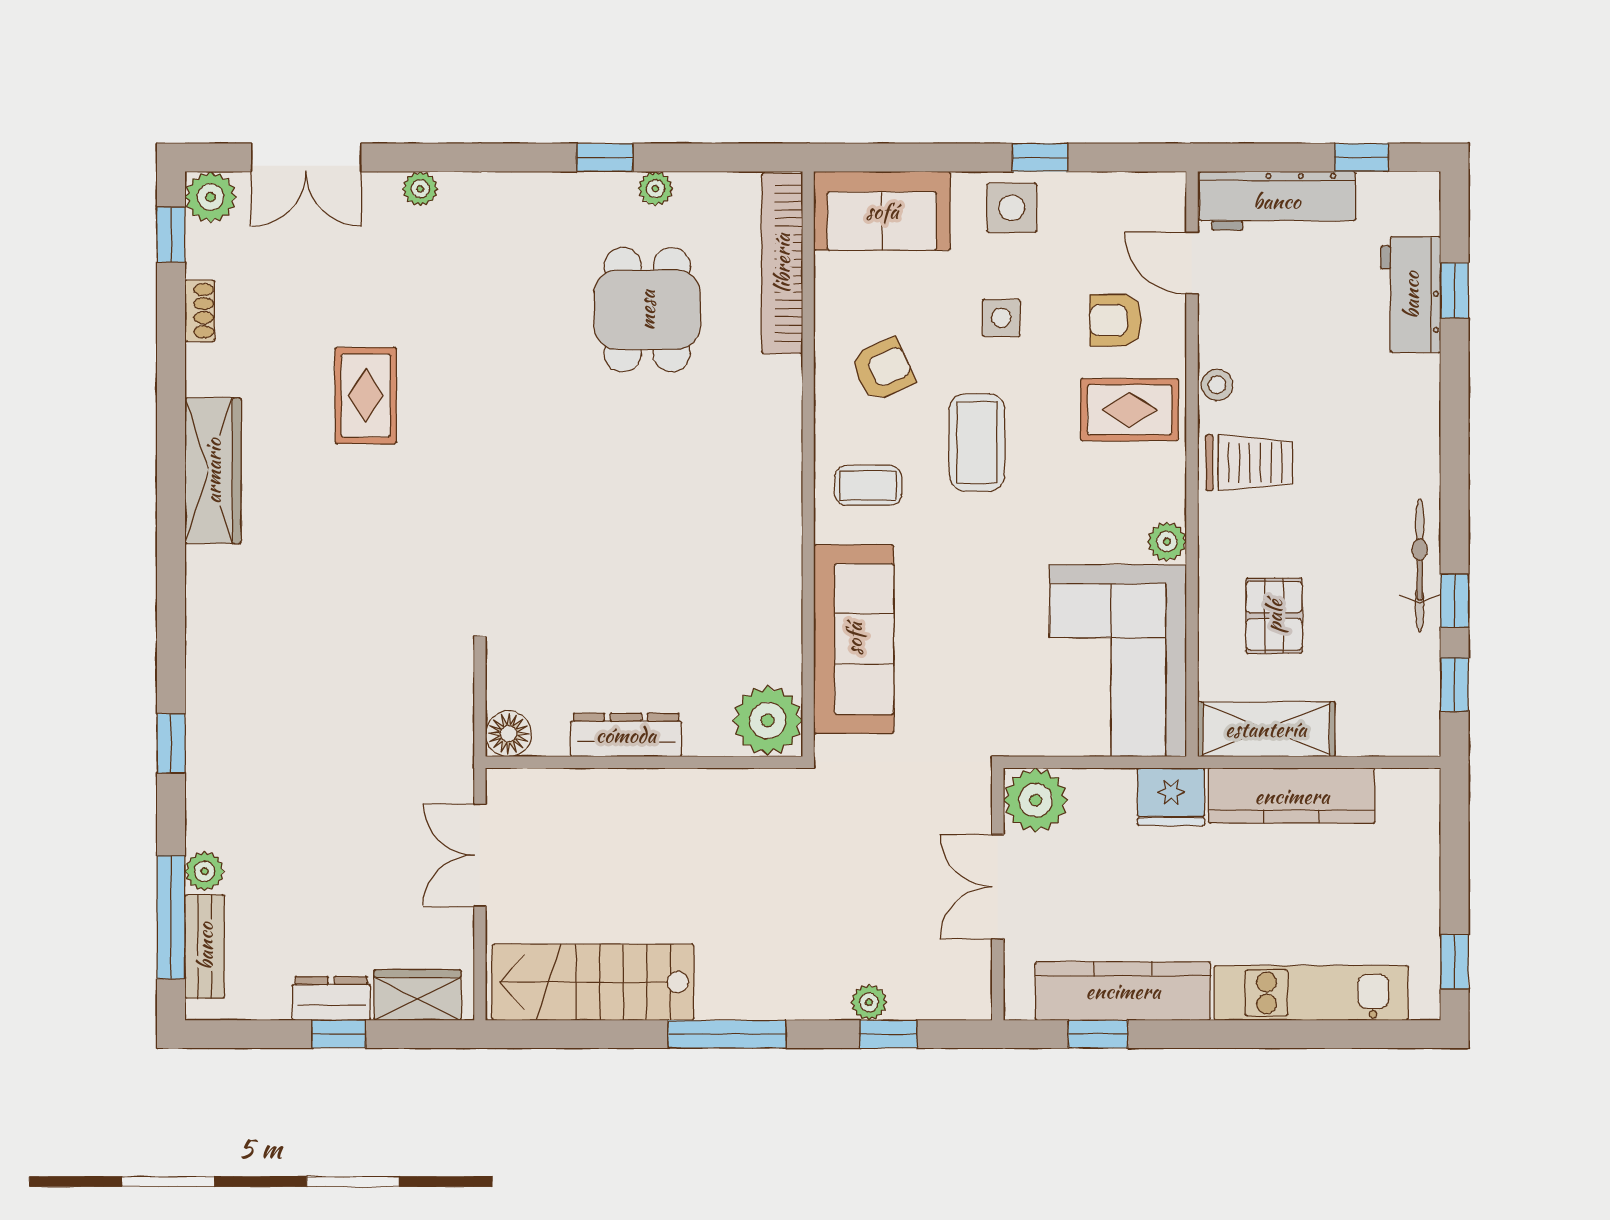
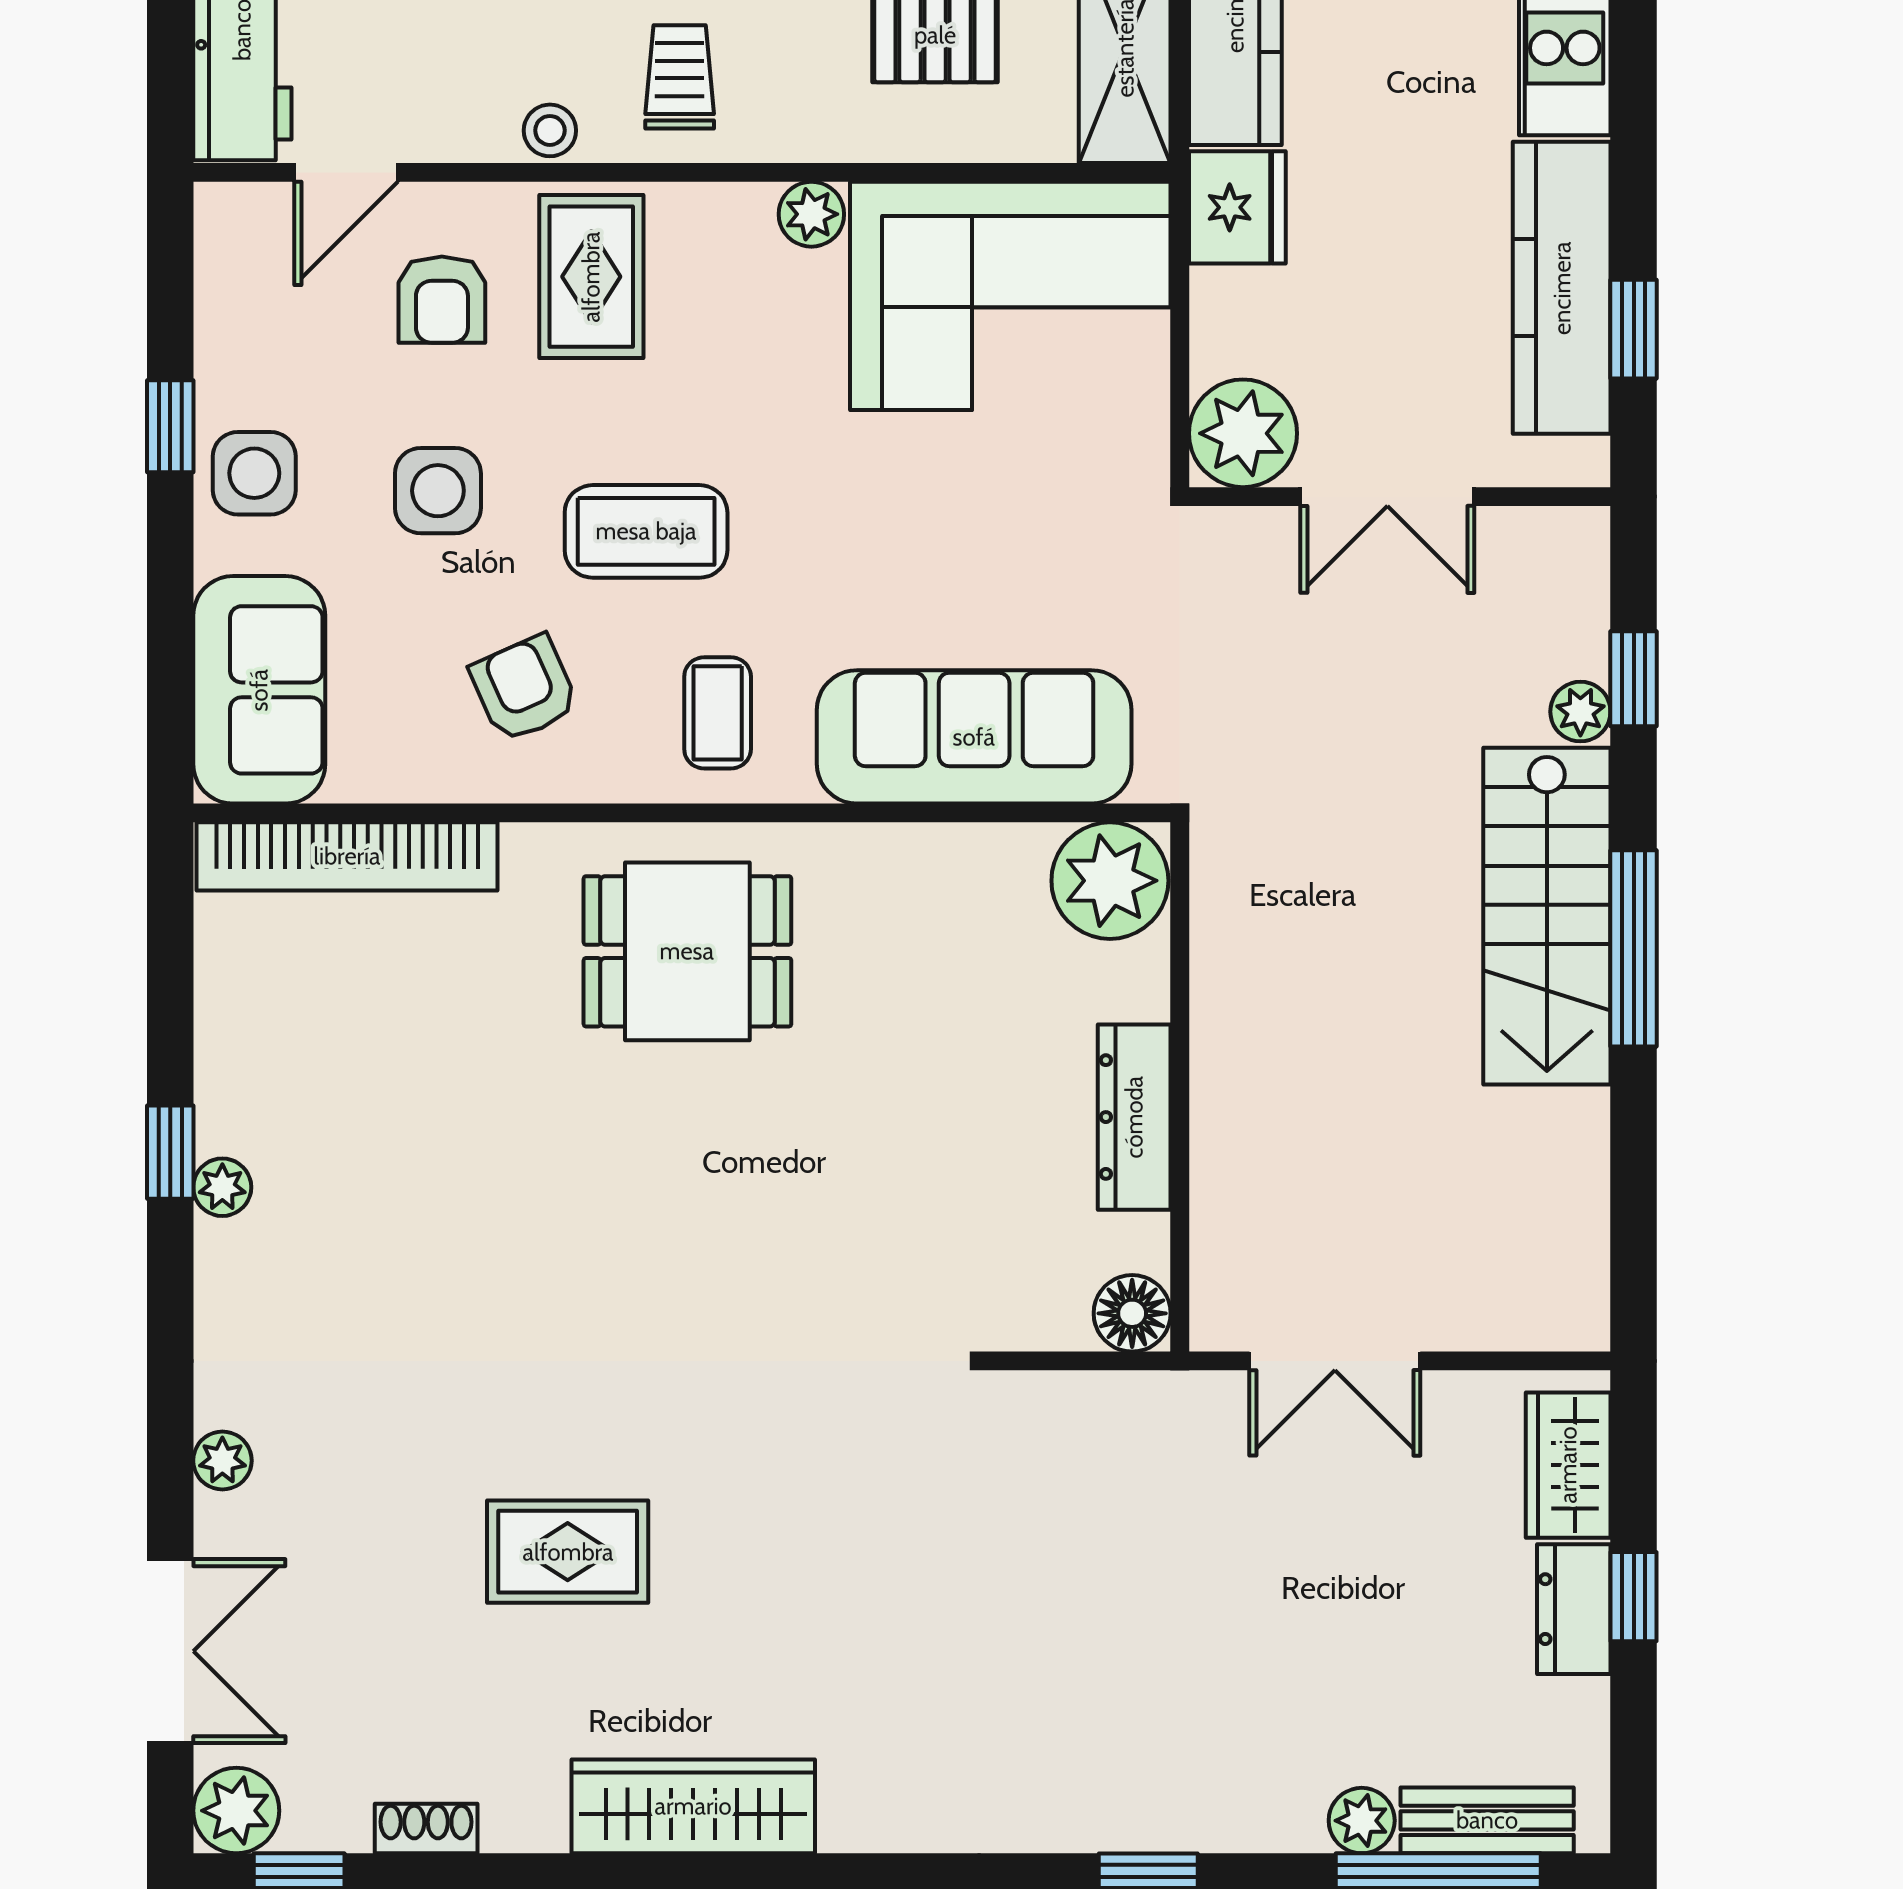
plant: (655, 189) -> (222, 1187), moved
dining table: (647, 310) -> (687, 951), moved
side table: (1001, 318) -> (438, 491), width x1.37, depth x1.37
trolley: (1249, 463) -> (680, 77), width x0.73, depth x0.72
stairs: (593, 982) -> (1547, 916), moved

